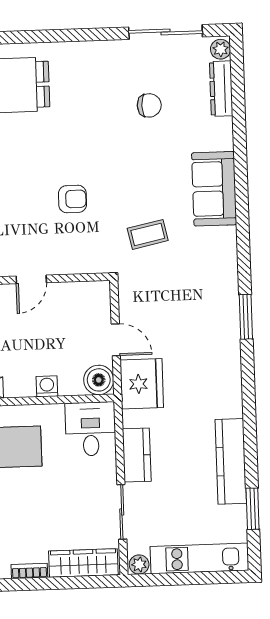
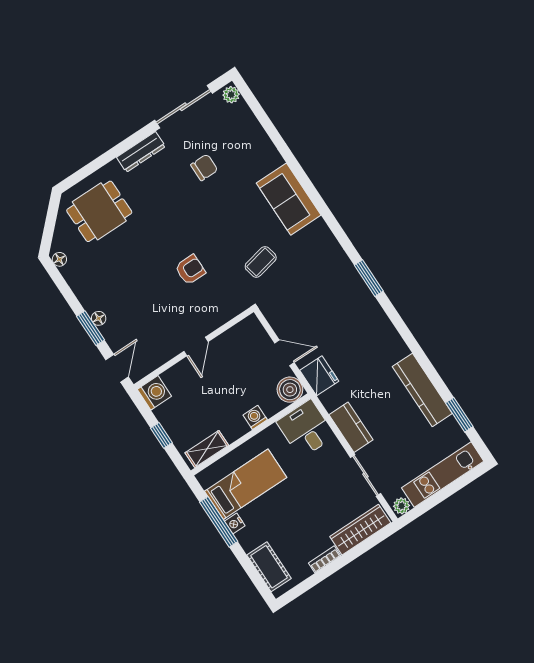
dresser: (221, 89) -> (141, 152), moved, turned -90
fridge: (142, 384) -> (319, 376), width x0.73, depth x0.75

